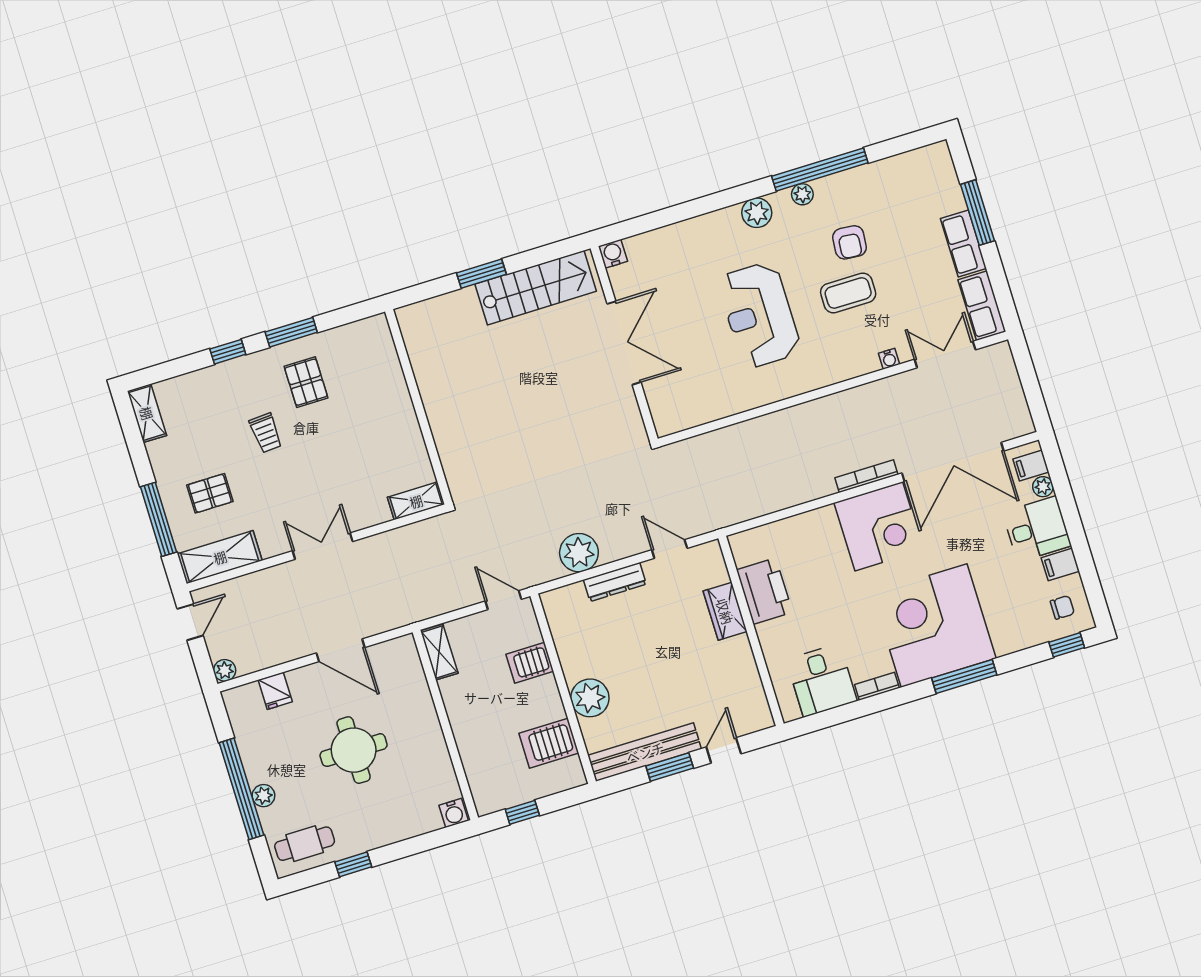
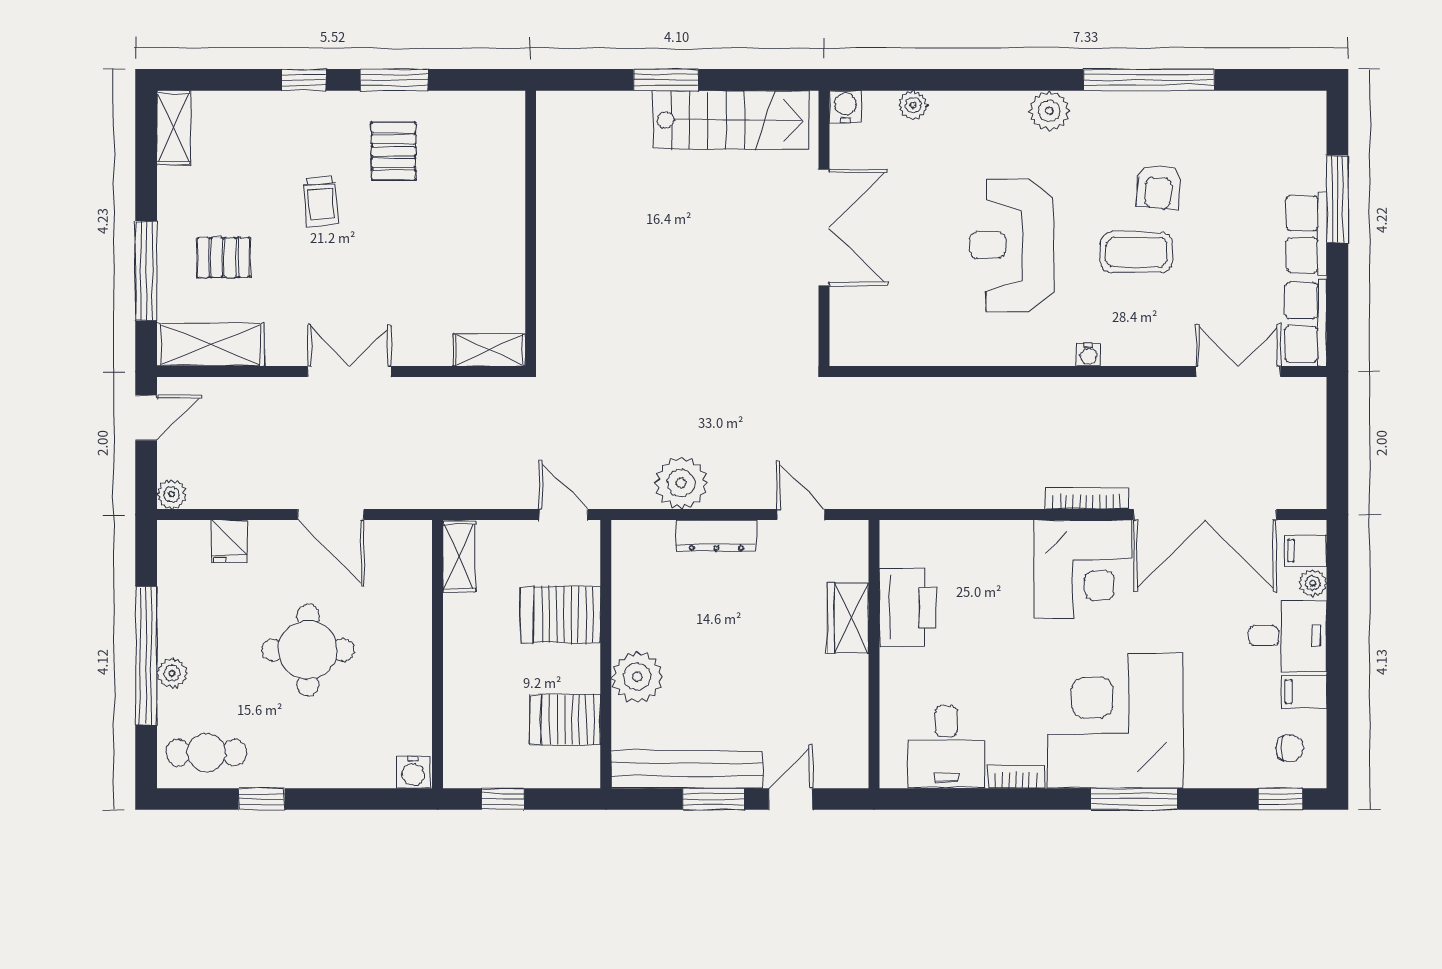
plant: (802, 194) -> (913, 105), moved
water cooler: (889, 359) -> (1088, 355), moved
server rack: (530, 663) -> (560, 615), width x1.36, depth x1.44

